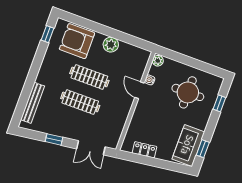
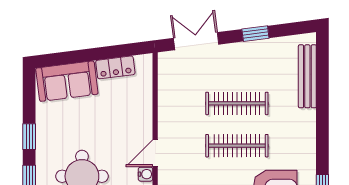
door: (140, 90) -> (155, 153), swing flipped
sofa: (188, 145) -> (67, 81), moved, turned 83
window: (203, 149) -> (29, 137), moved

